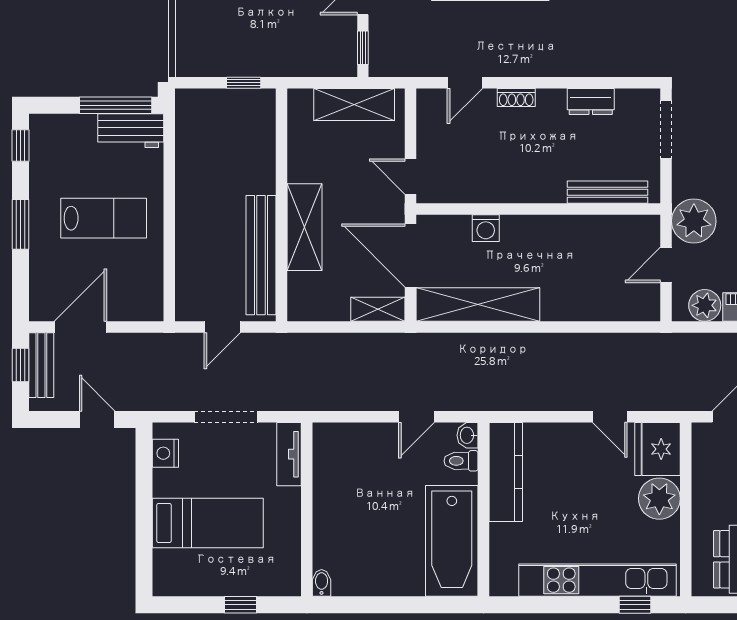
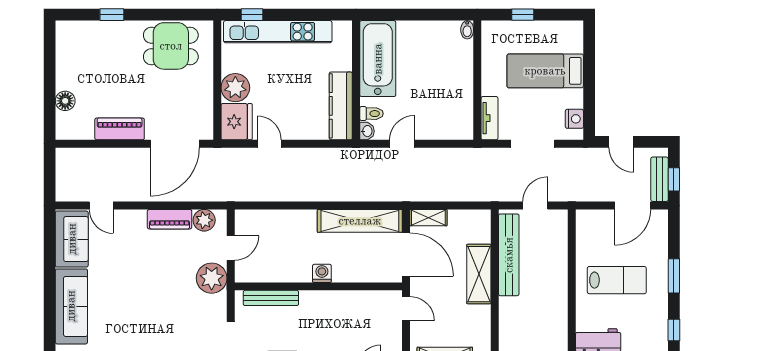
lab bench: (104, 218) -> (617, 280), turned 180
washing machine: (486, 228) -> (322, 273), moved

